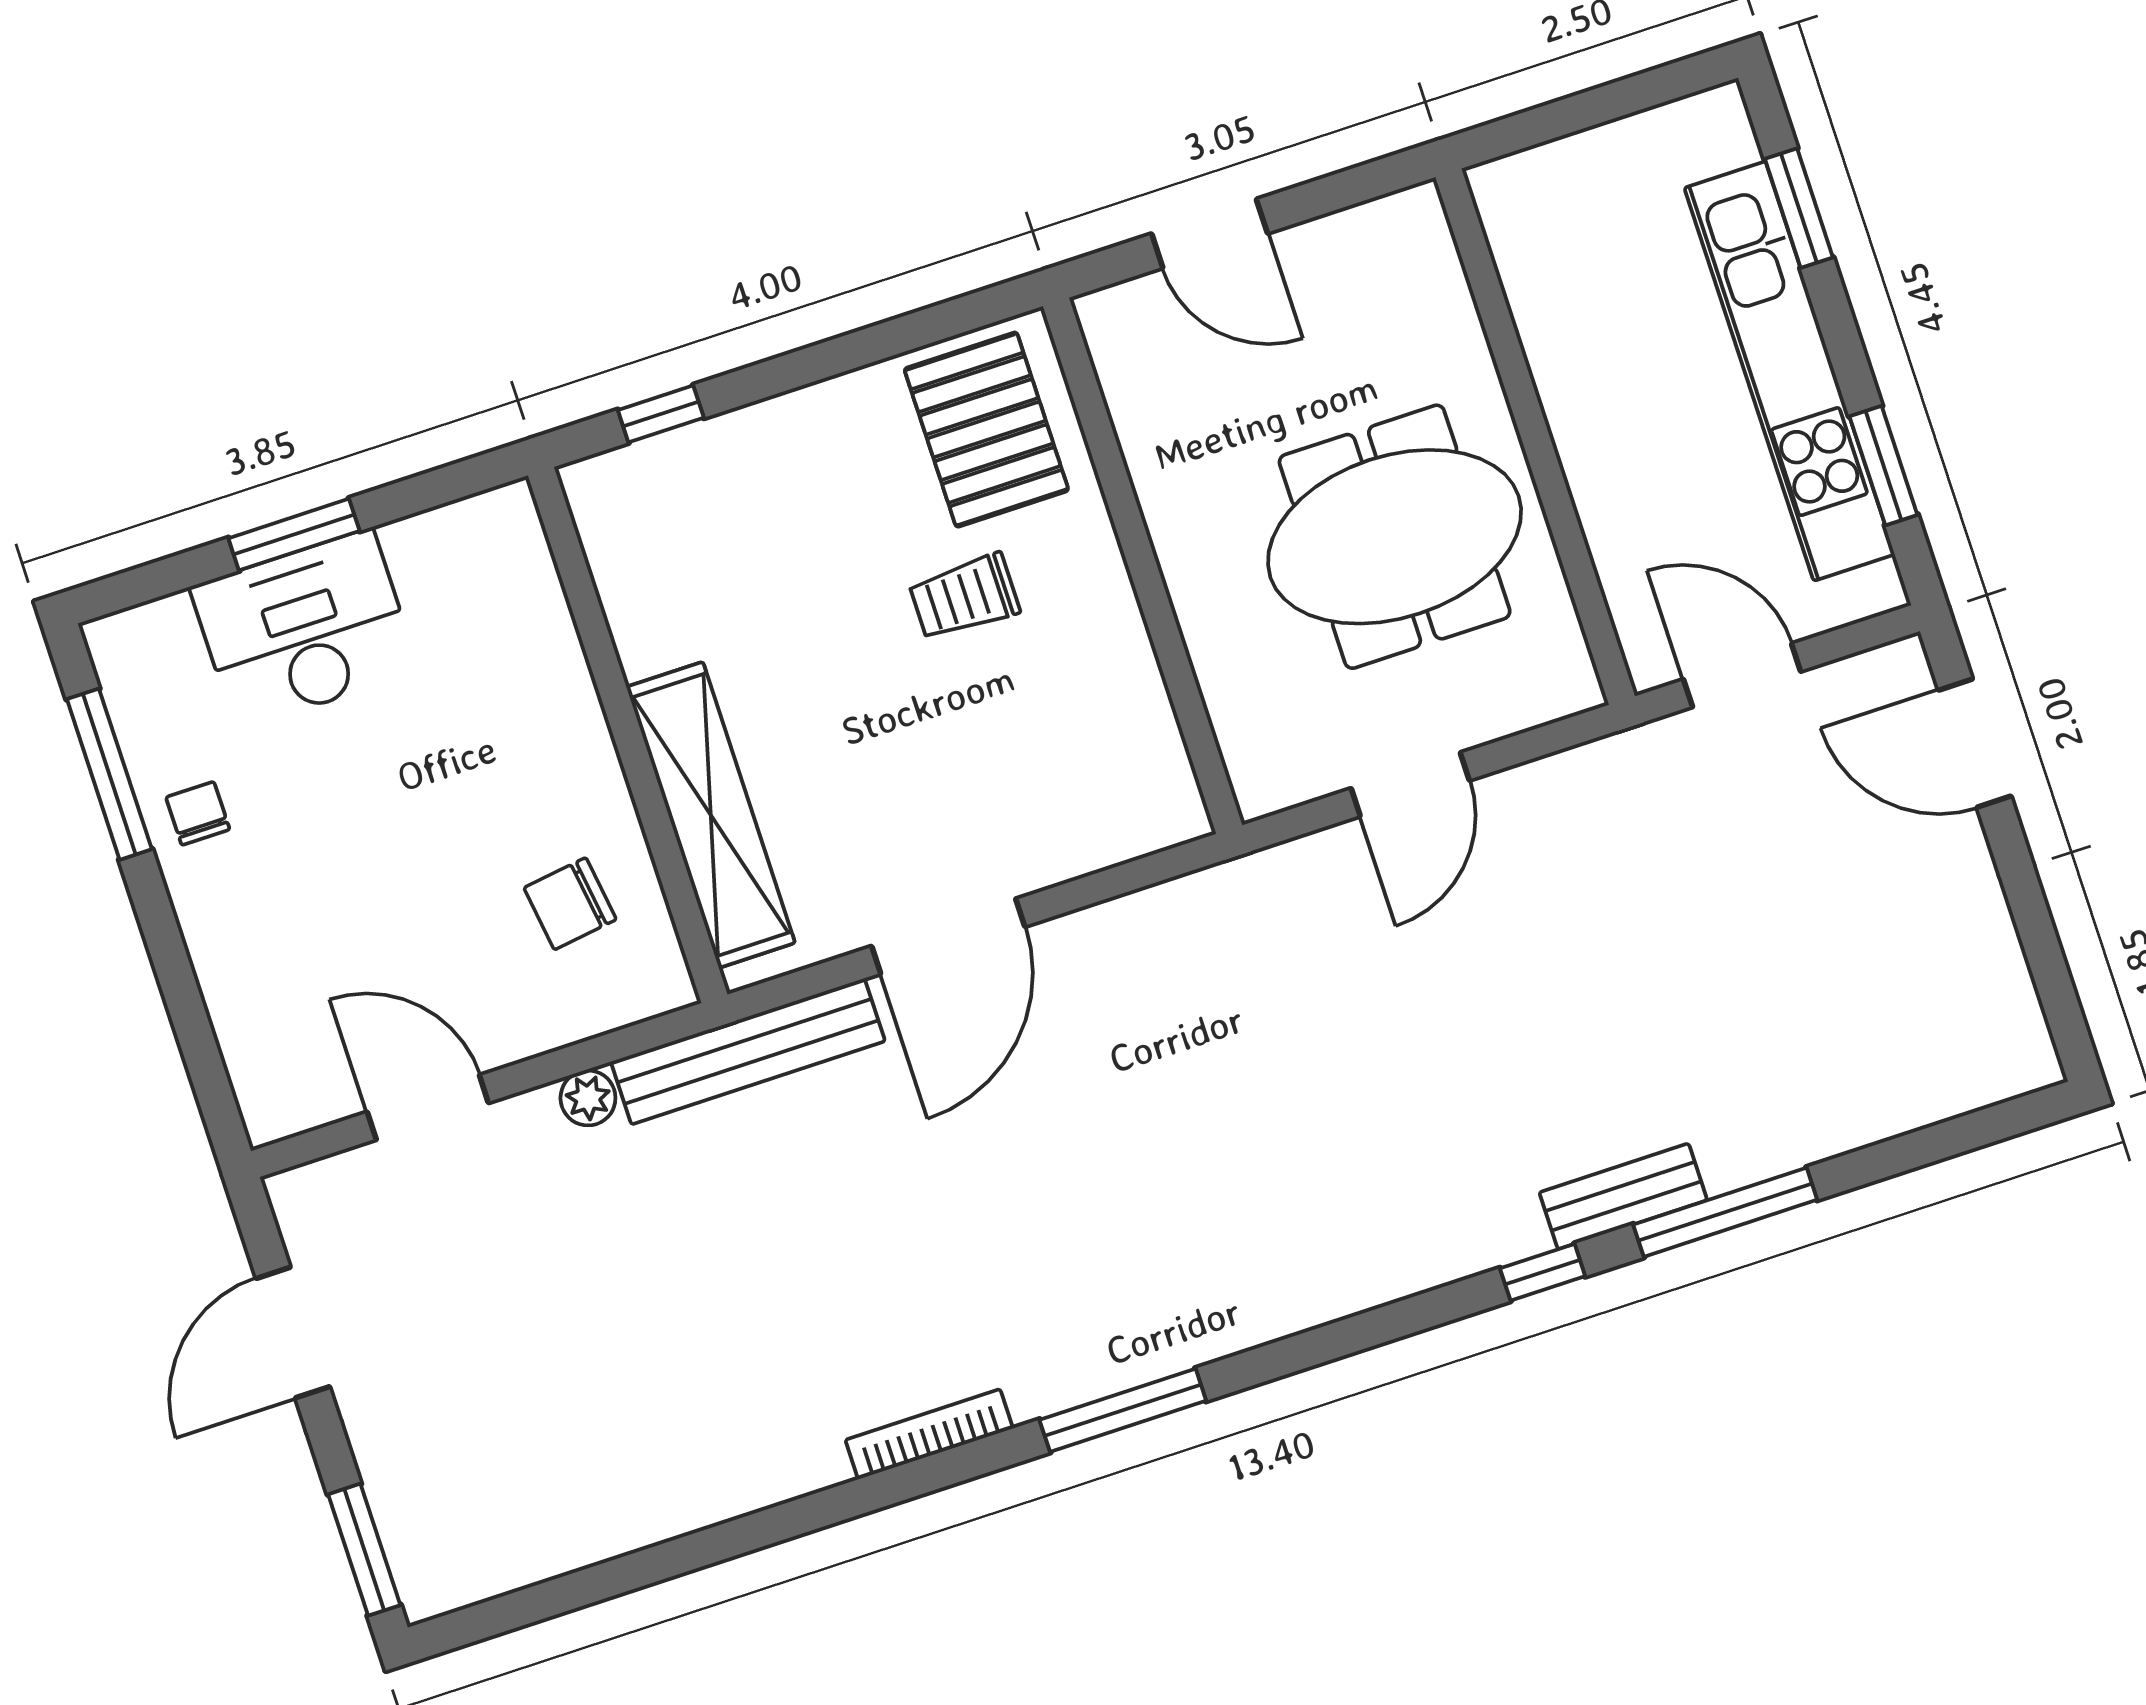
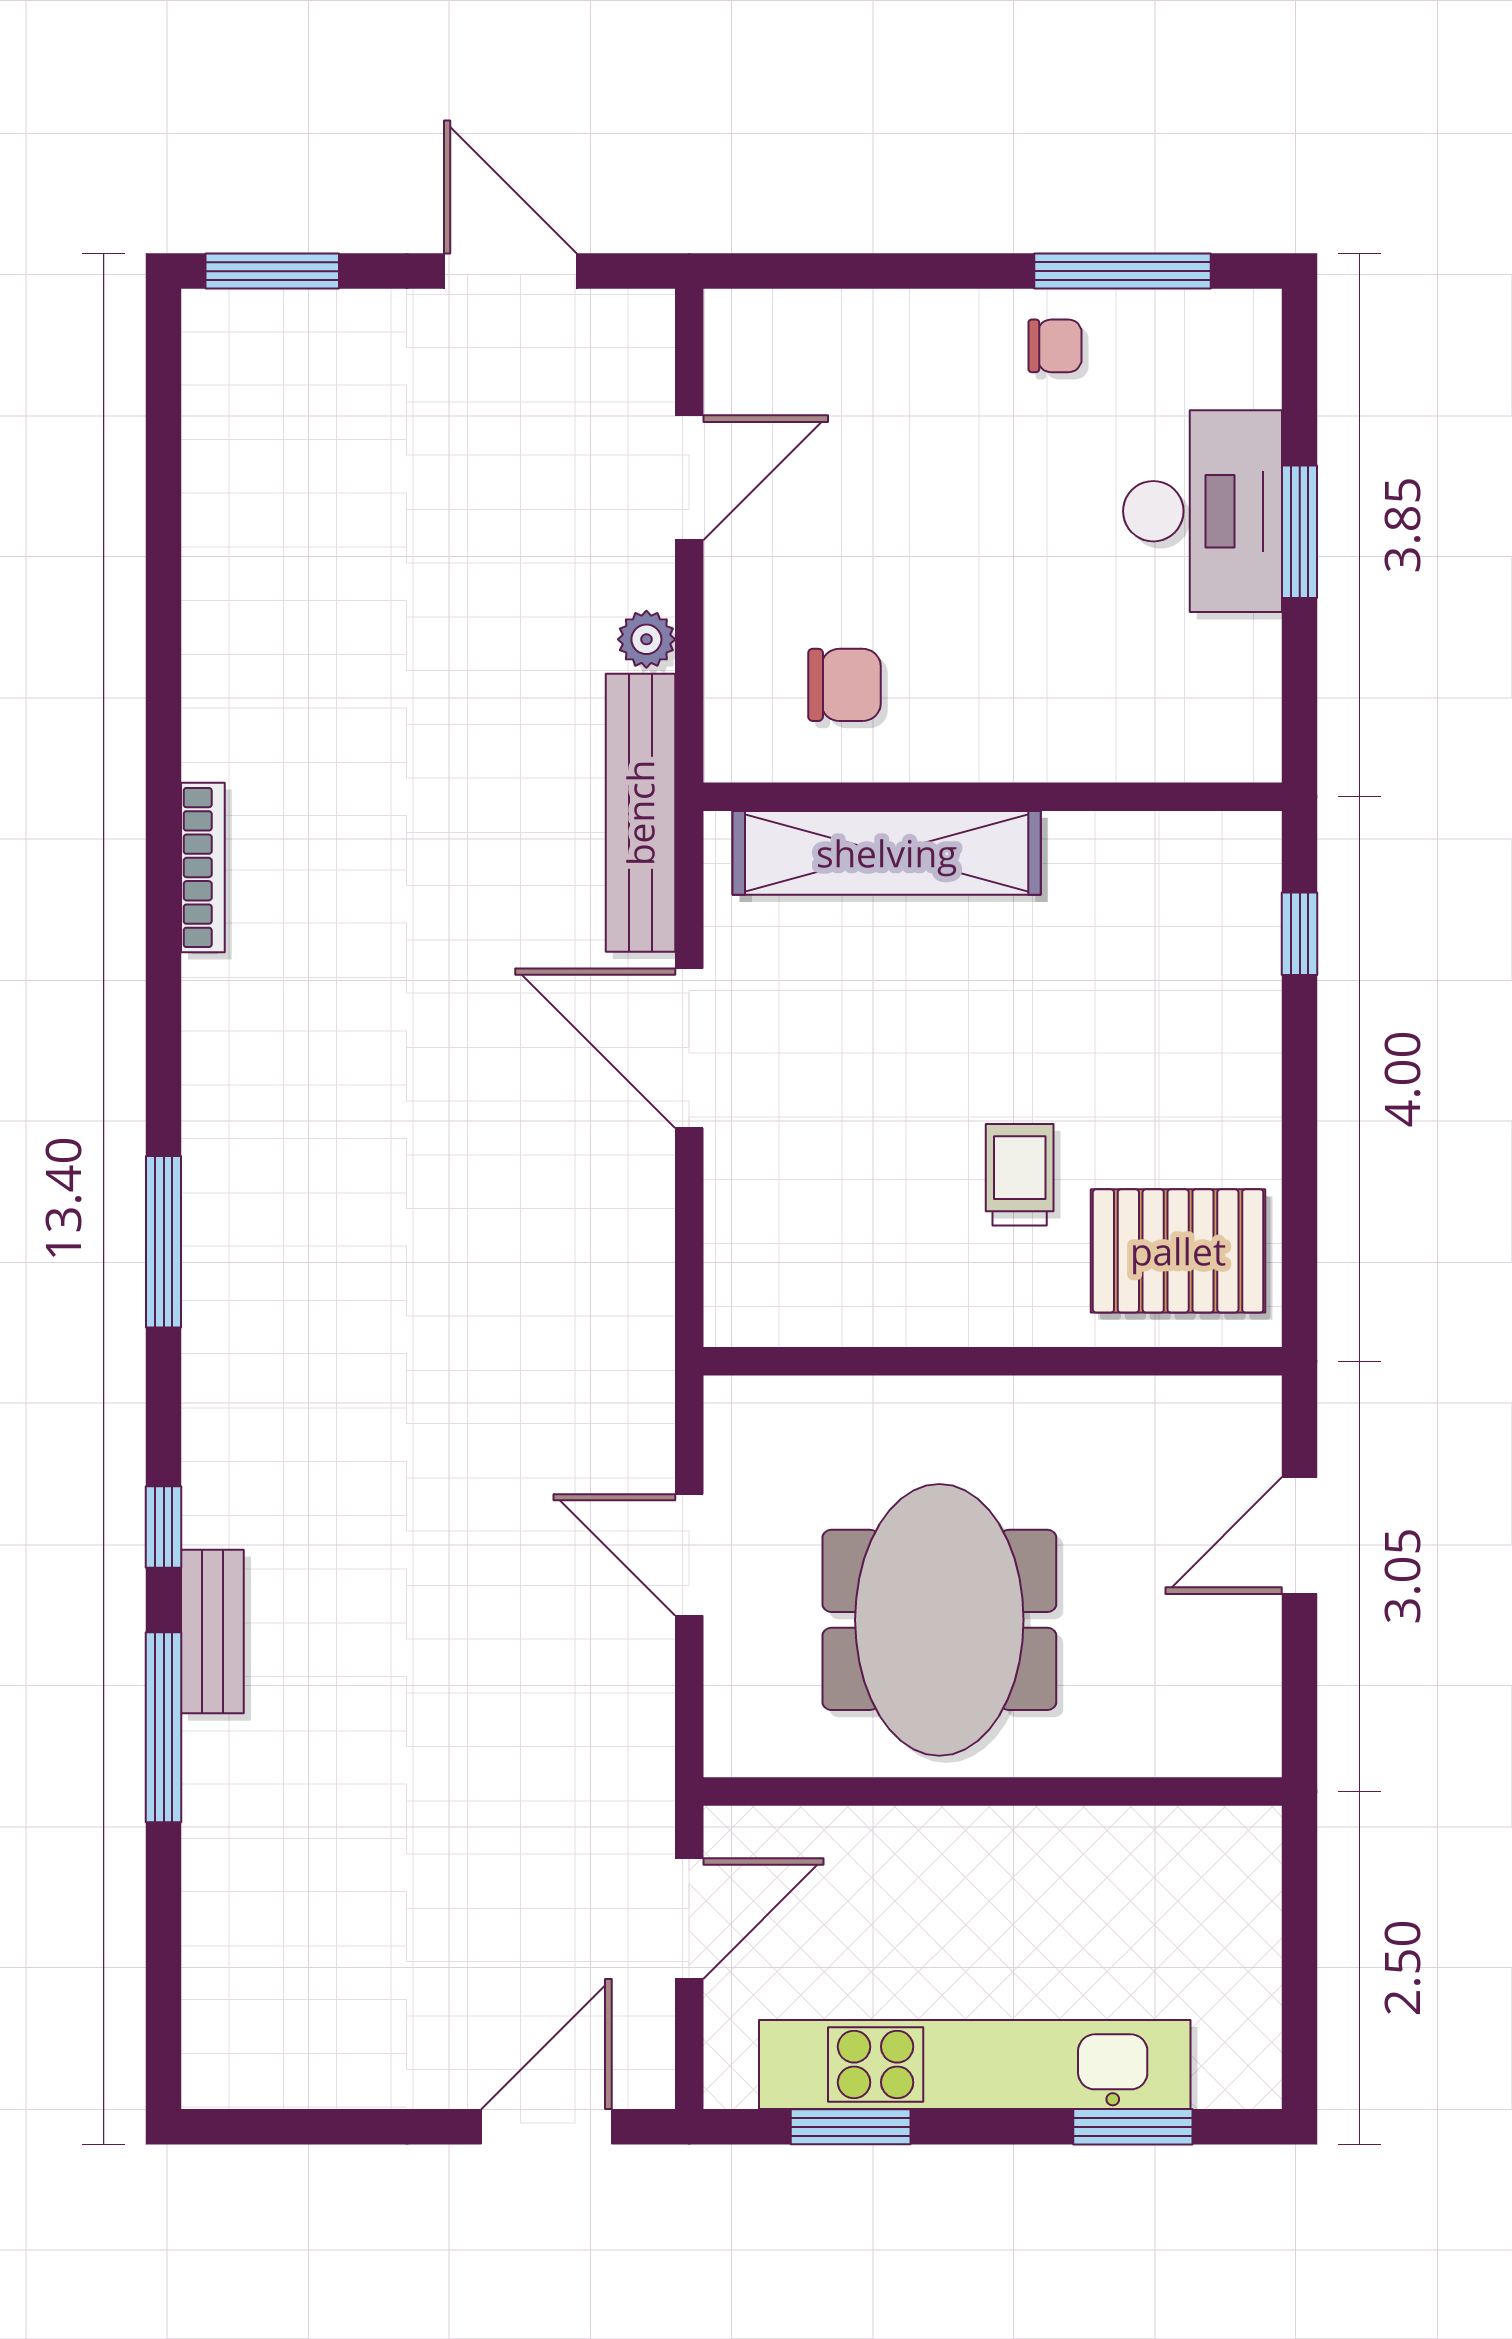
chair: (570, 904) -> (844, 685), turned 98
window: (1123, 1410) -> (164, 1242), moved

